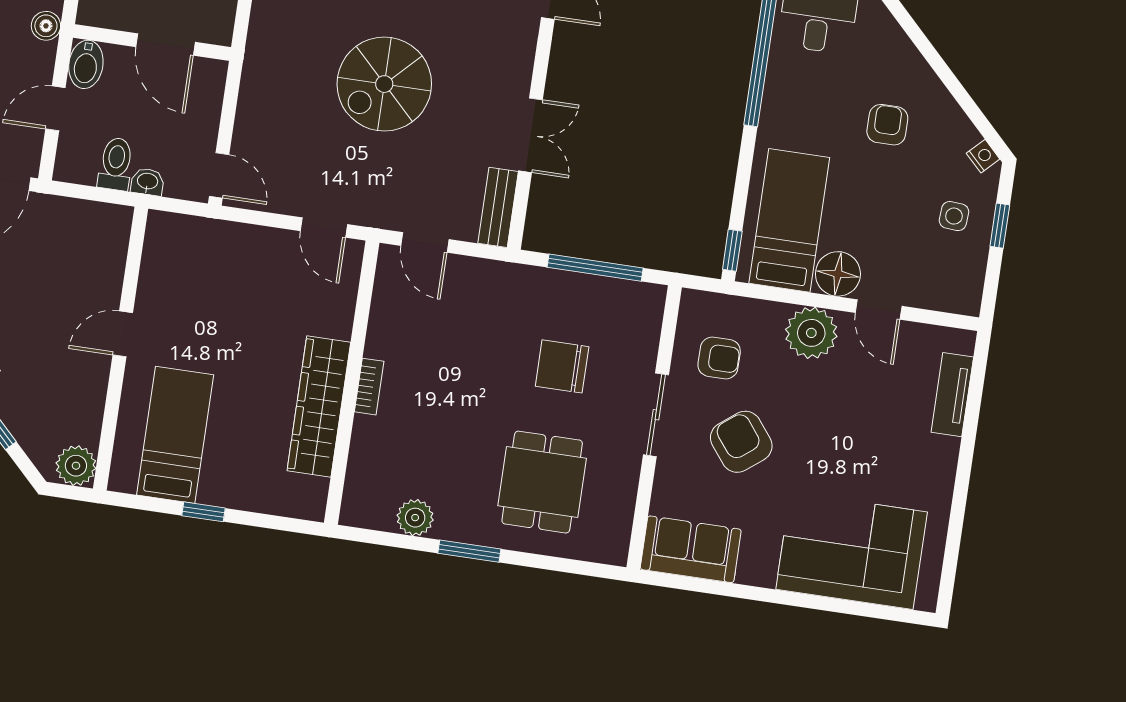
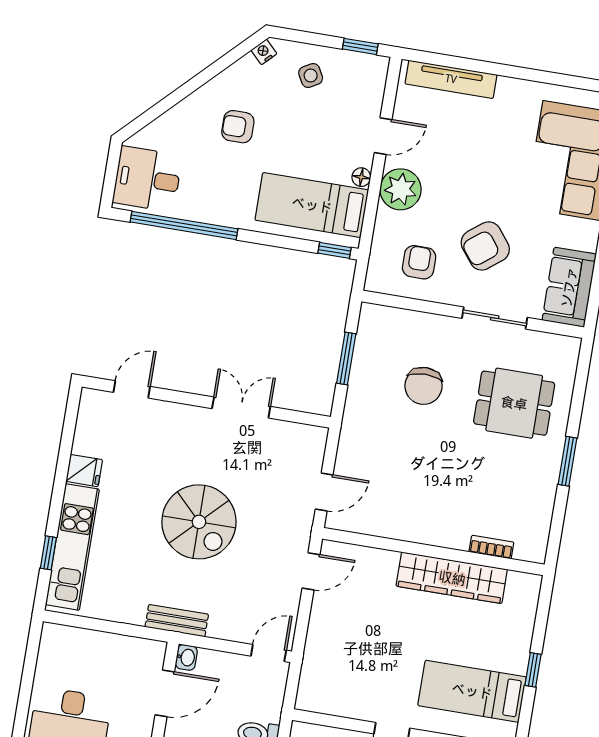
washbasin: (147, 182) -> (186, 657), moved, turned 180
bench: (498, 207) -> (177, 621), moved
side table: (954, 216) -> (311, 76), turned -33
window: (1000, 226) -> (360, 46), moved
window: (595, 268) -> (346, 358), width x0.69
floor lamp: (838, 274) -> (361, 177), width x0.53, depth x0.53
bookcase: (369, 387) -> (491, 547), moved
tv unit: (952, 395) -> (451, 79), width x1.41
sliding door: (656, 415) -> (495, 318), moved
plant: (415, 518) -> (540, 504), removed

